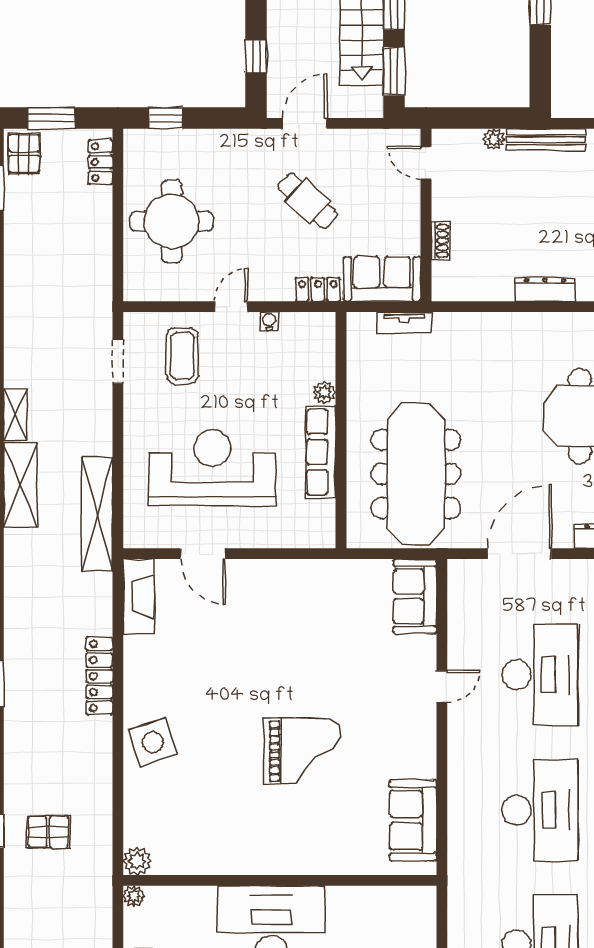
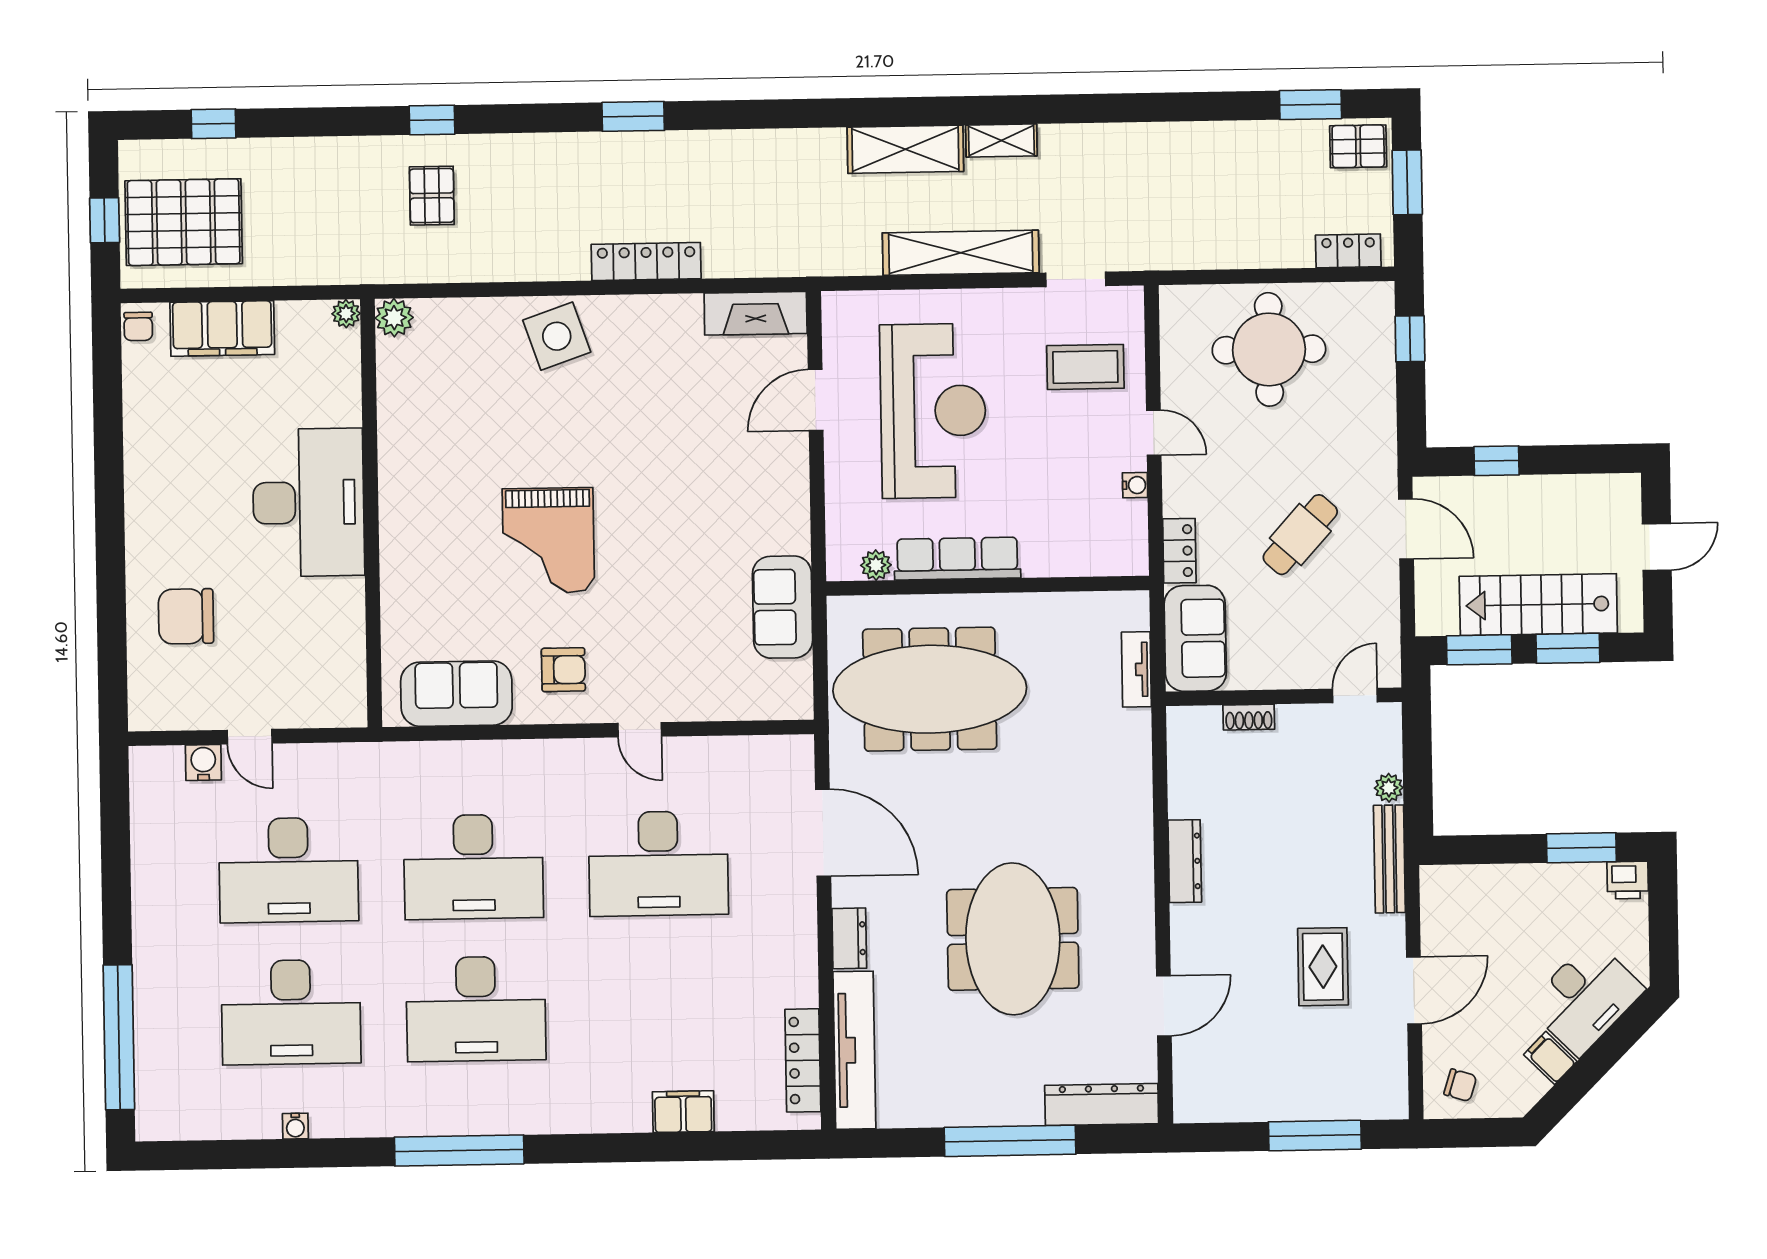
plant: (324, 392) -> (876, 565), moved
shelving: (97, 514) -> (961, 253), moved
sofa: (415, 596) -> (783, 607), moved, turned -90
armchair: (397, 742) -> (563, 670), added

